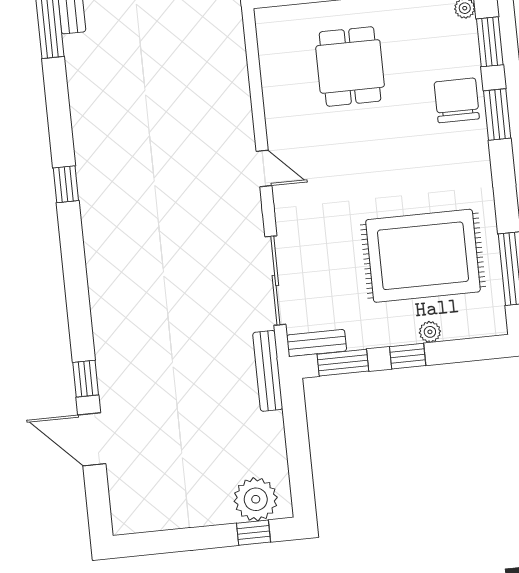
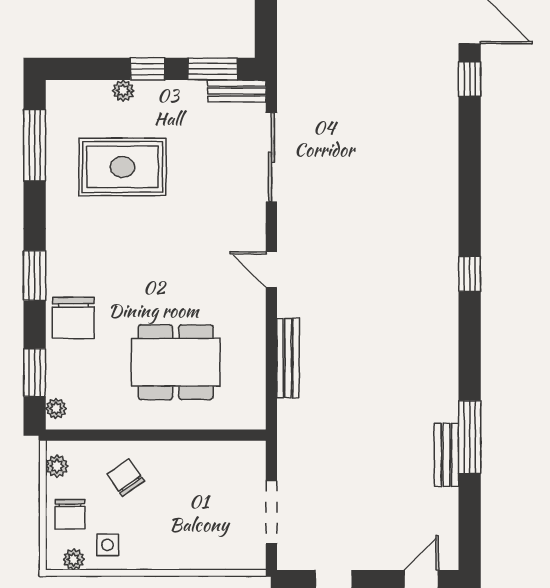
dining table: (350, 66) -> (176, 362), width x1.38
window: (497, 115) -> (35, 276), moved
rug: (423, 256) -> (122, 167), width x0.73, depth x0.69
bench: (268, 371) -> (288, 358), moved

